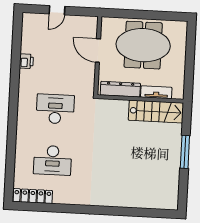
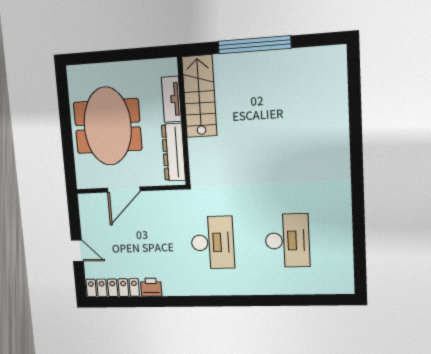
desk: (55, 109) -> (213, 243), turned 180
window: (185, 152) -> (254, 45), width x1.46
locker: (33, 196) -> (113, 288), moved, turned 90

